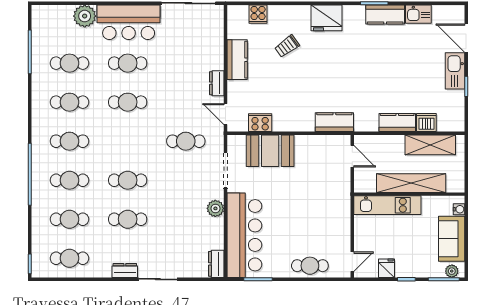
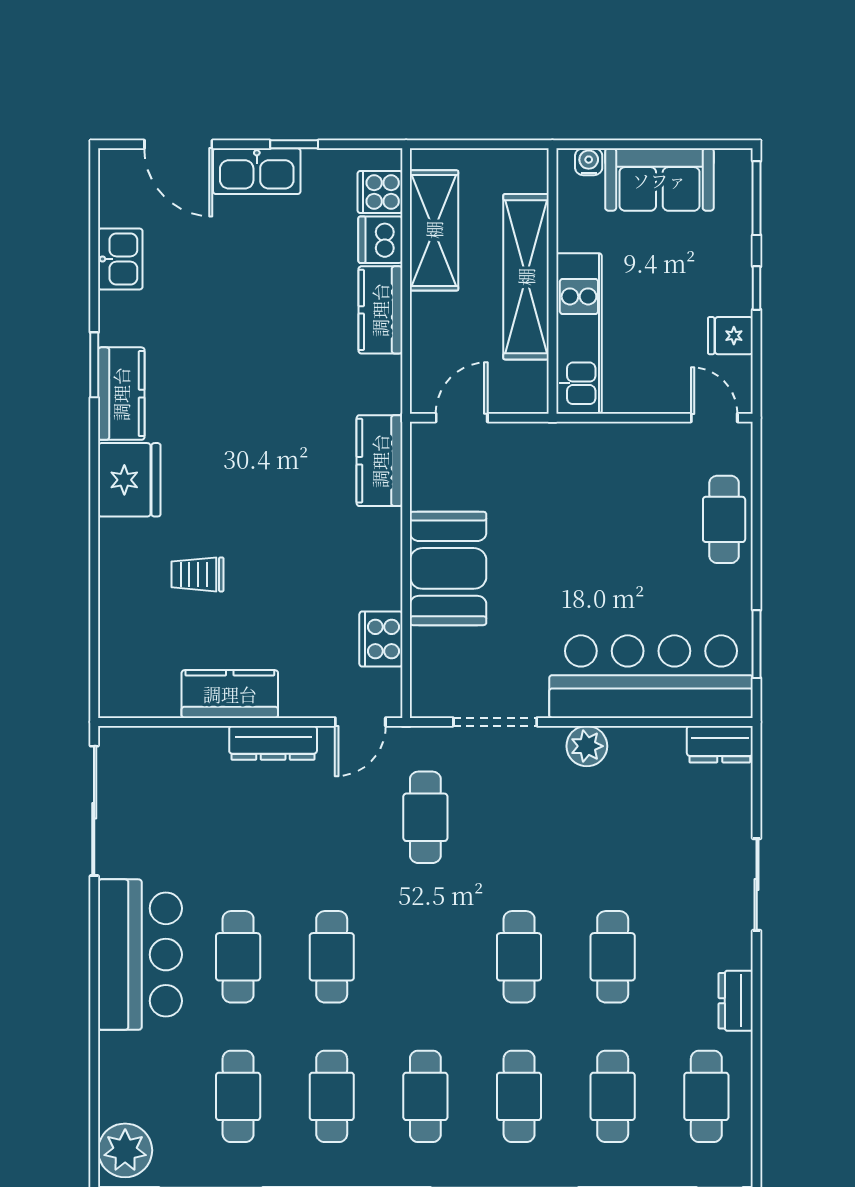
cooker: (258, 14) -> (380, 192), moved, turned 180
kitchen counter: (385, 14) -> (121, 394), moved
plant: (85, 16) -> (125, 1150), moved
door: (466, 38) -> (178, 144), hinge flipped
trolley: (287, 46) -> (197, 574), turned 126
dresser: (217, 83) -> (273, 743), width x1.44
booth: (270, 151) -> (448, 568), moved
dresser: (125, 270) -> (736, 1001), moved
plant: (452, 271) -> (737, 179), removed

